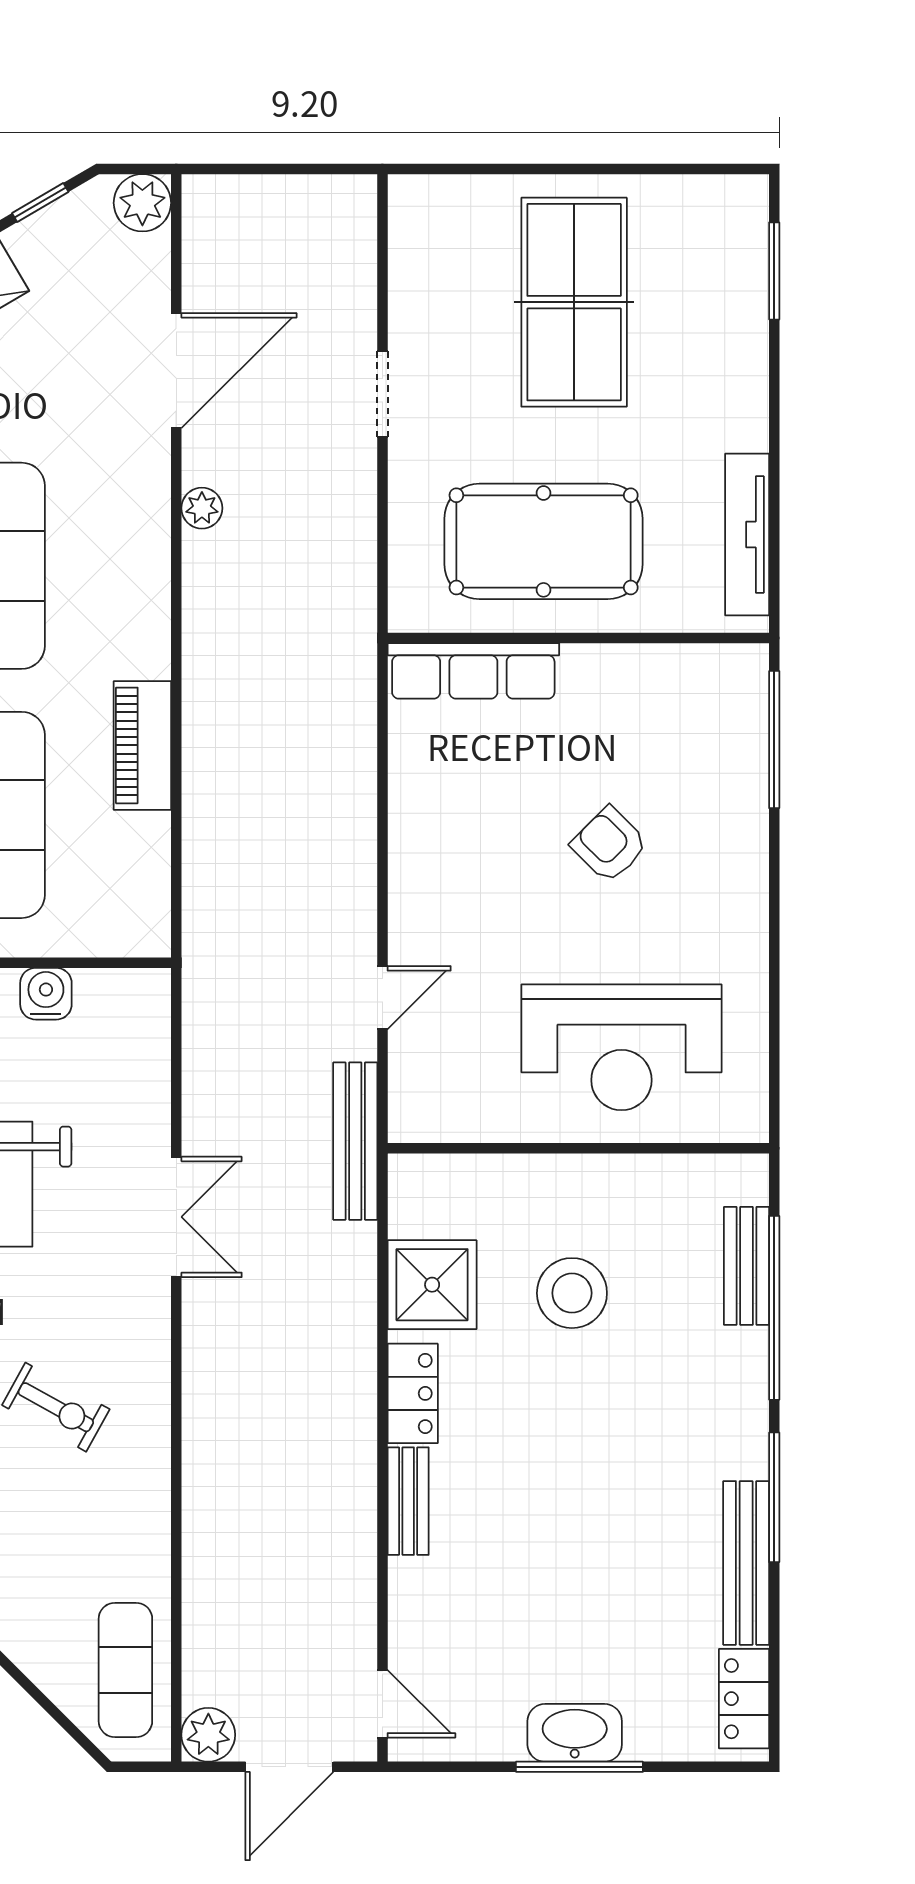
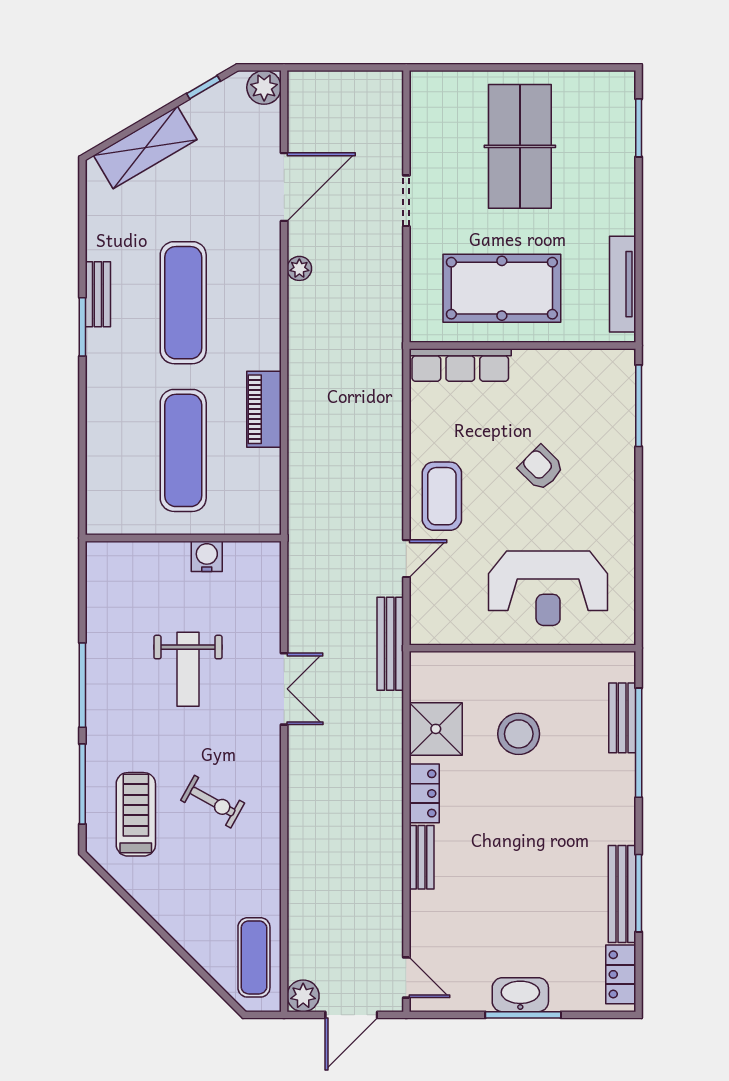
coffee table: (442, 892) -> (442, 496), added
window: (774, 1497) -> (639, 893), moved

